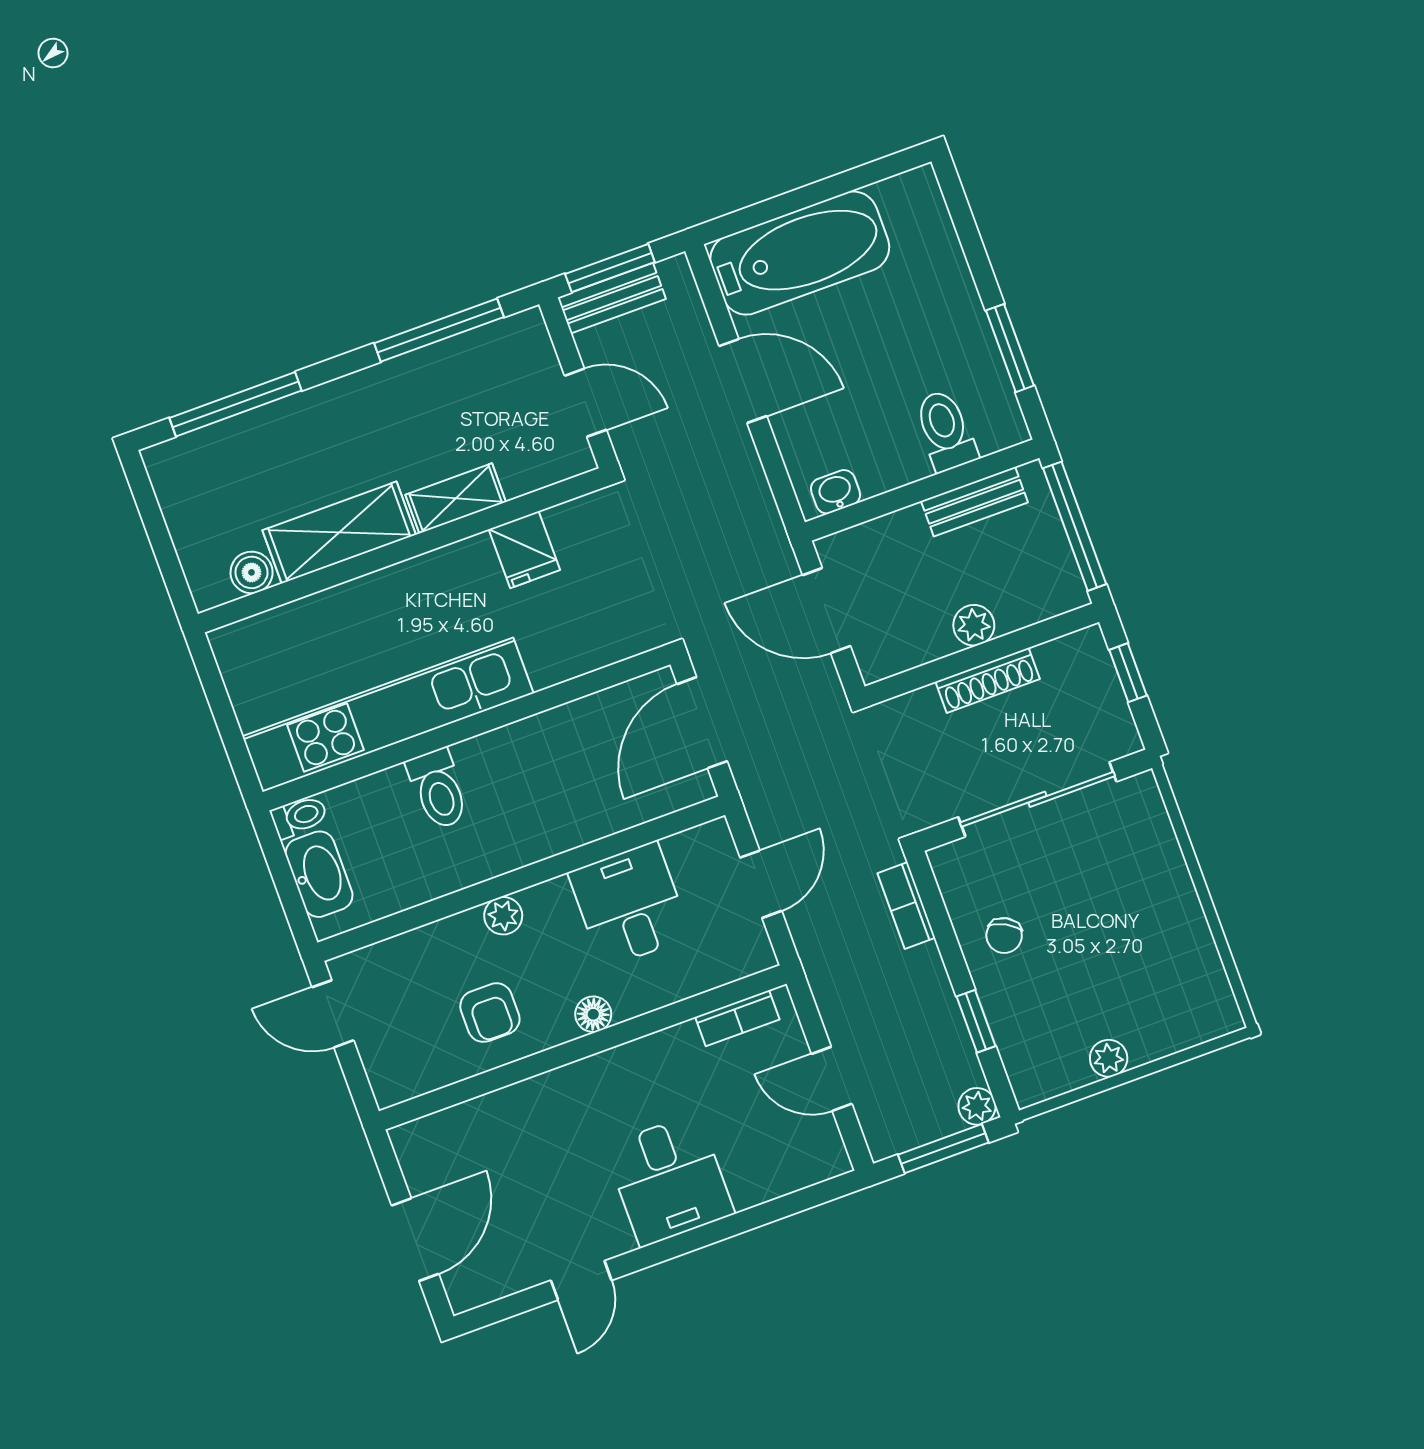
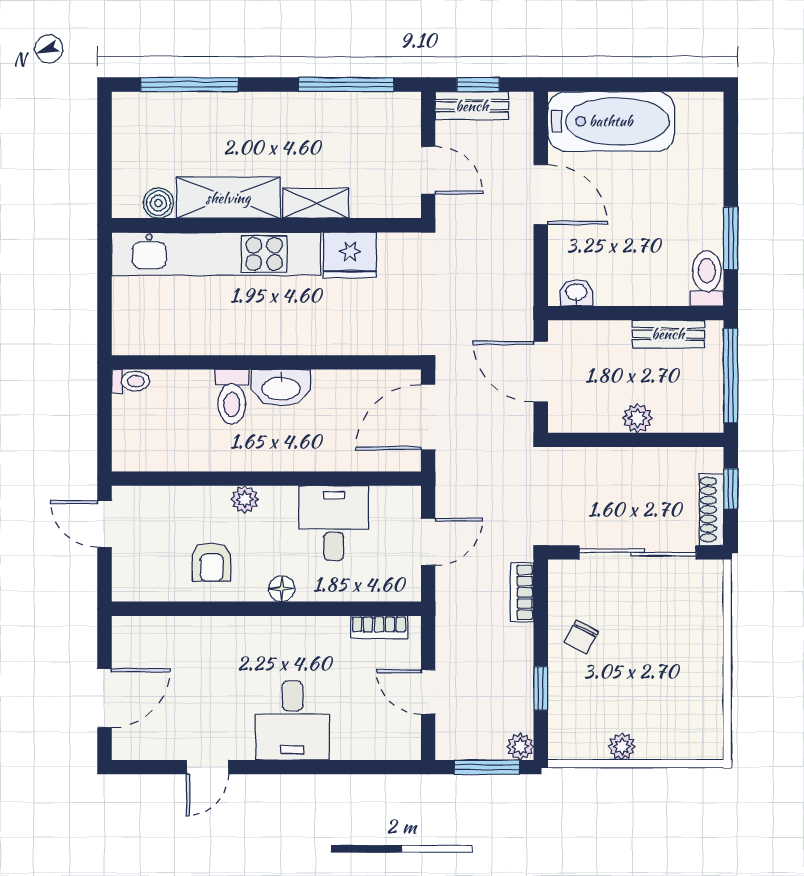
window: (610, 268) -> (478, 85), width x0.67
toilet: (945, 430) -> (707, 278), moved
fridge: (524, 550) -> (350, 255), width x1.38
shoe rack: (988, 680) -> (712, 510), moved, turned 90
kitchen unit: (388, 715) -> (216, 254), moved, turned 180
washbasin: (319, 874) -> (281, 388), moved, turned 90

